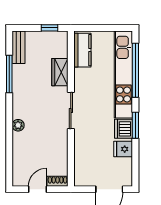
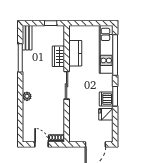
kitchen counter: (82, 50) -> (75, 53), moved
kitchen unit: (123, 74) -> (106, 49), width x0.73
door: (38, 189) -> (42, 144), hinge flipped

